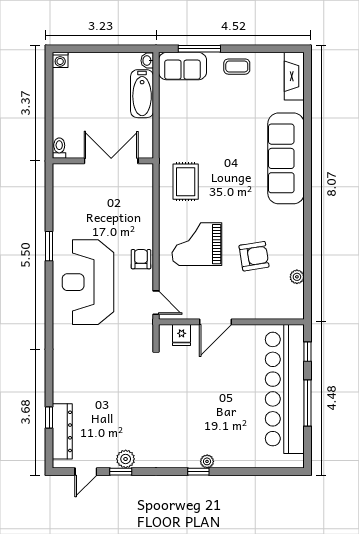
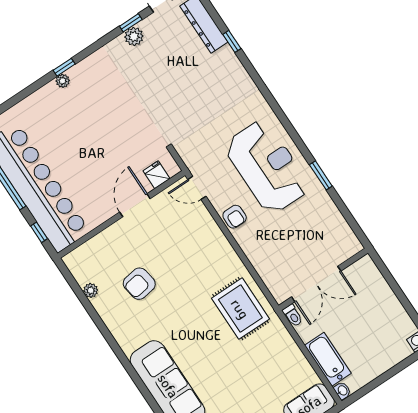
toilet: (59, 148) -> (293, 315), moved
rug: (186, 182) -> (240, 309), width x1.36, depth x1.43
grand piano: (197, 244) -> (195, 261), removed
window: (49, 418) -> (232, 41), moved

